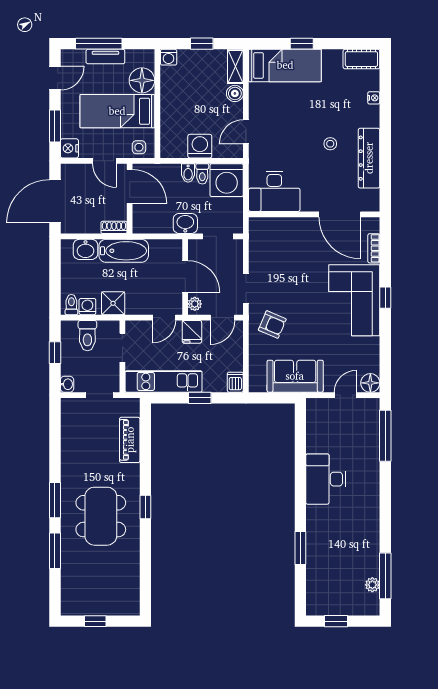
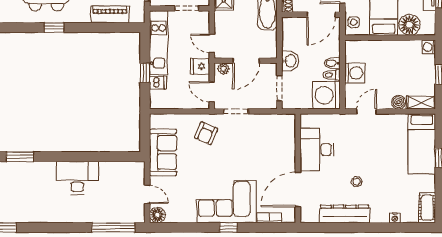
door: (246, 132) -> (367, 111), hinge flipped
desk: (274, 191) -> (317, 149), moved
dishwasher: (235, 382) -> (158, 83), moved

